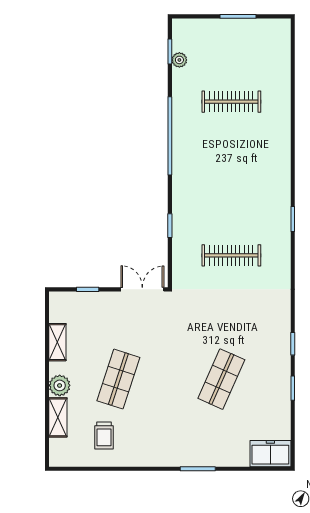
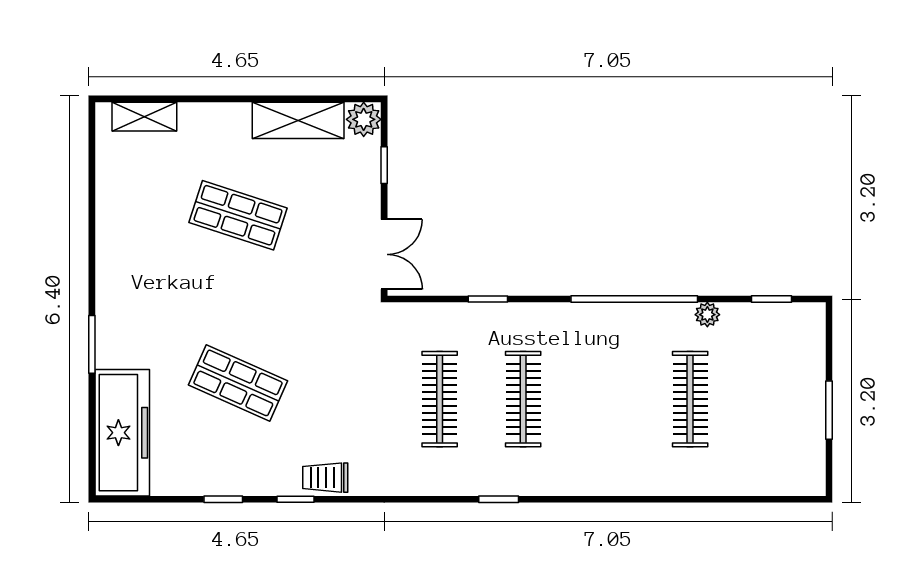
plant: (179, 60) -> (707, 315), moved
clothes rail: (231, 204) -> (523, 399), added
shelving: (57, 342) -> (298, 120), width x1.50, depth x1.33
plant: (60, 385) -> (364, 119), moved
shelving: (58, 417) -> (144, 117), moved
trolley: (104, 435) -> (325, 478), moved
freezer: (270, 454) -> (122, 433), width x1.91, depth x1.26

